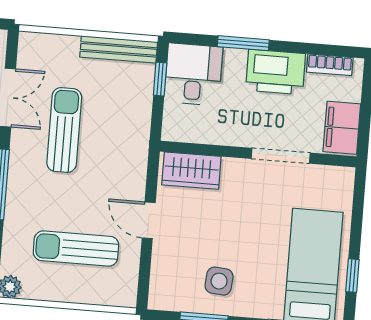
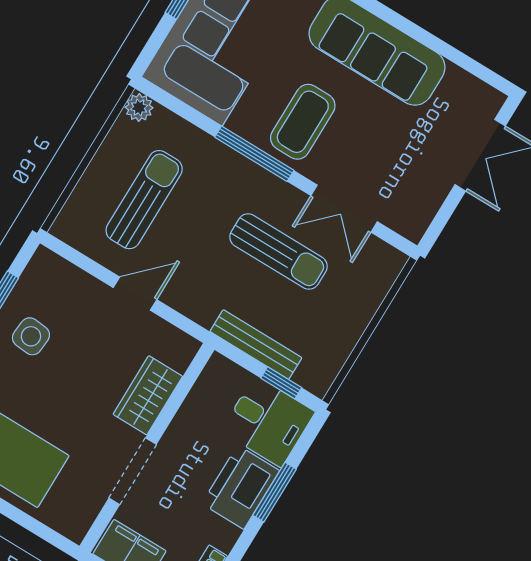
bench: (119, 49) -> (256, 345), moved, turned 90
printer: (276, 72) -> (241, 487), moved
wardrobe: (191, 171) -> (148, 395), moved

